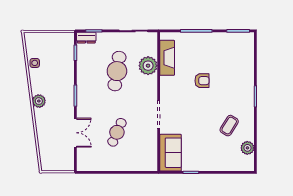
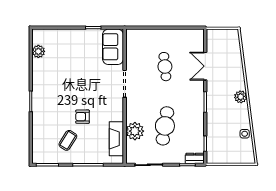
coffee table: (229, 126) -> (68, 140), moved
cafe table: (117, 132) -> (165, 67), turned -30

